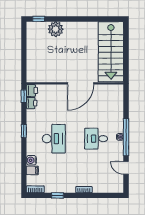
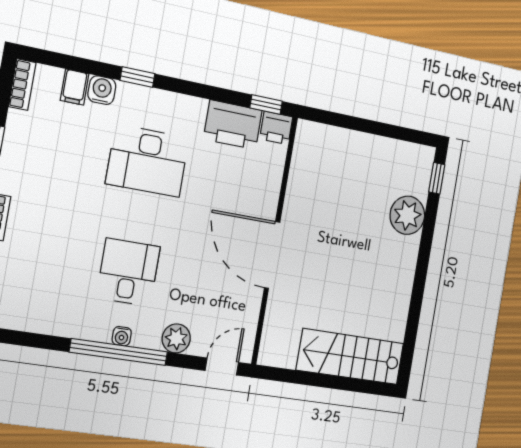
stairs: (111, 52) -> (350, 357), width x0.73, depth x0.66
printer: (32, 103) -> (233, 125), width x1.87, depth x1.48
plant: (118, 116) -> (176, 338), added
window: (24, 131) -> (137, 77), moved
door: (126, 168) -> (222, 366), moved

